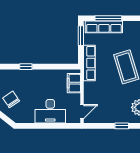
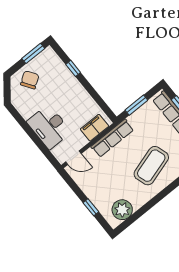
window: (81, 36) -> (136, 105), moved
row of seats: (89, 63) -> (112, 138), moved

